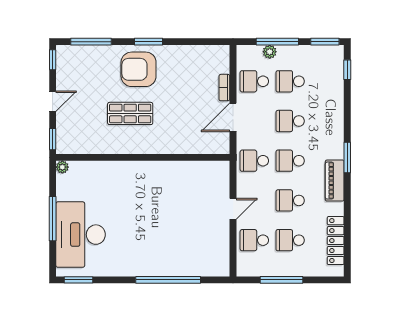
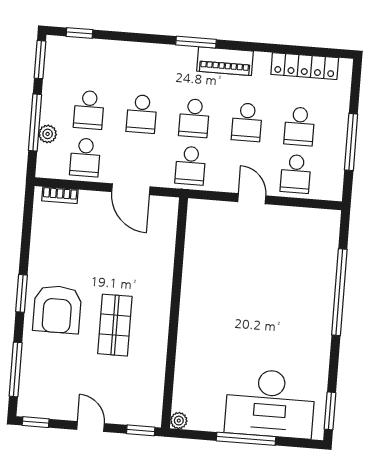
bookcase: (224, 88) -> (60, 195), moved

